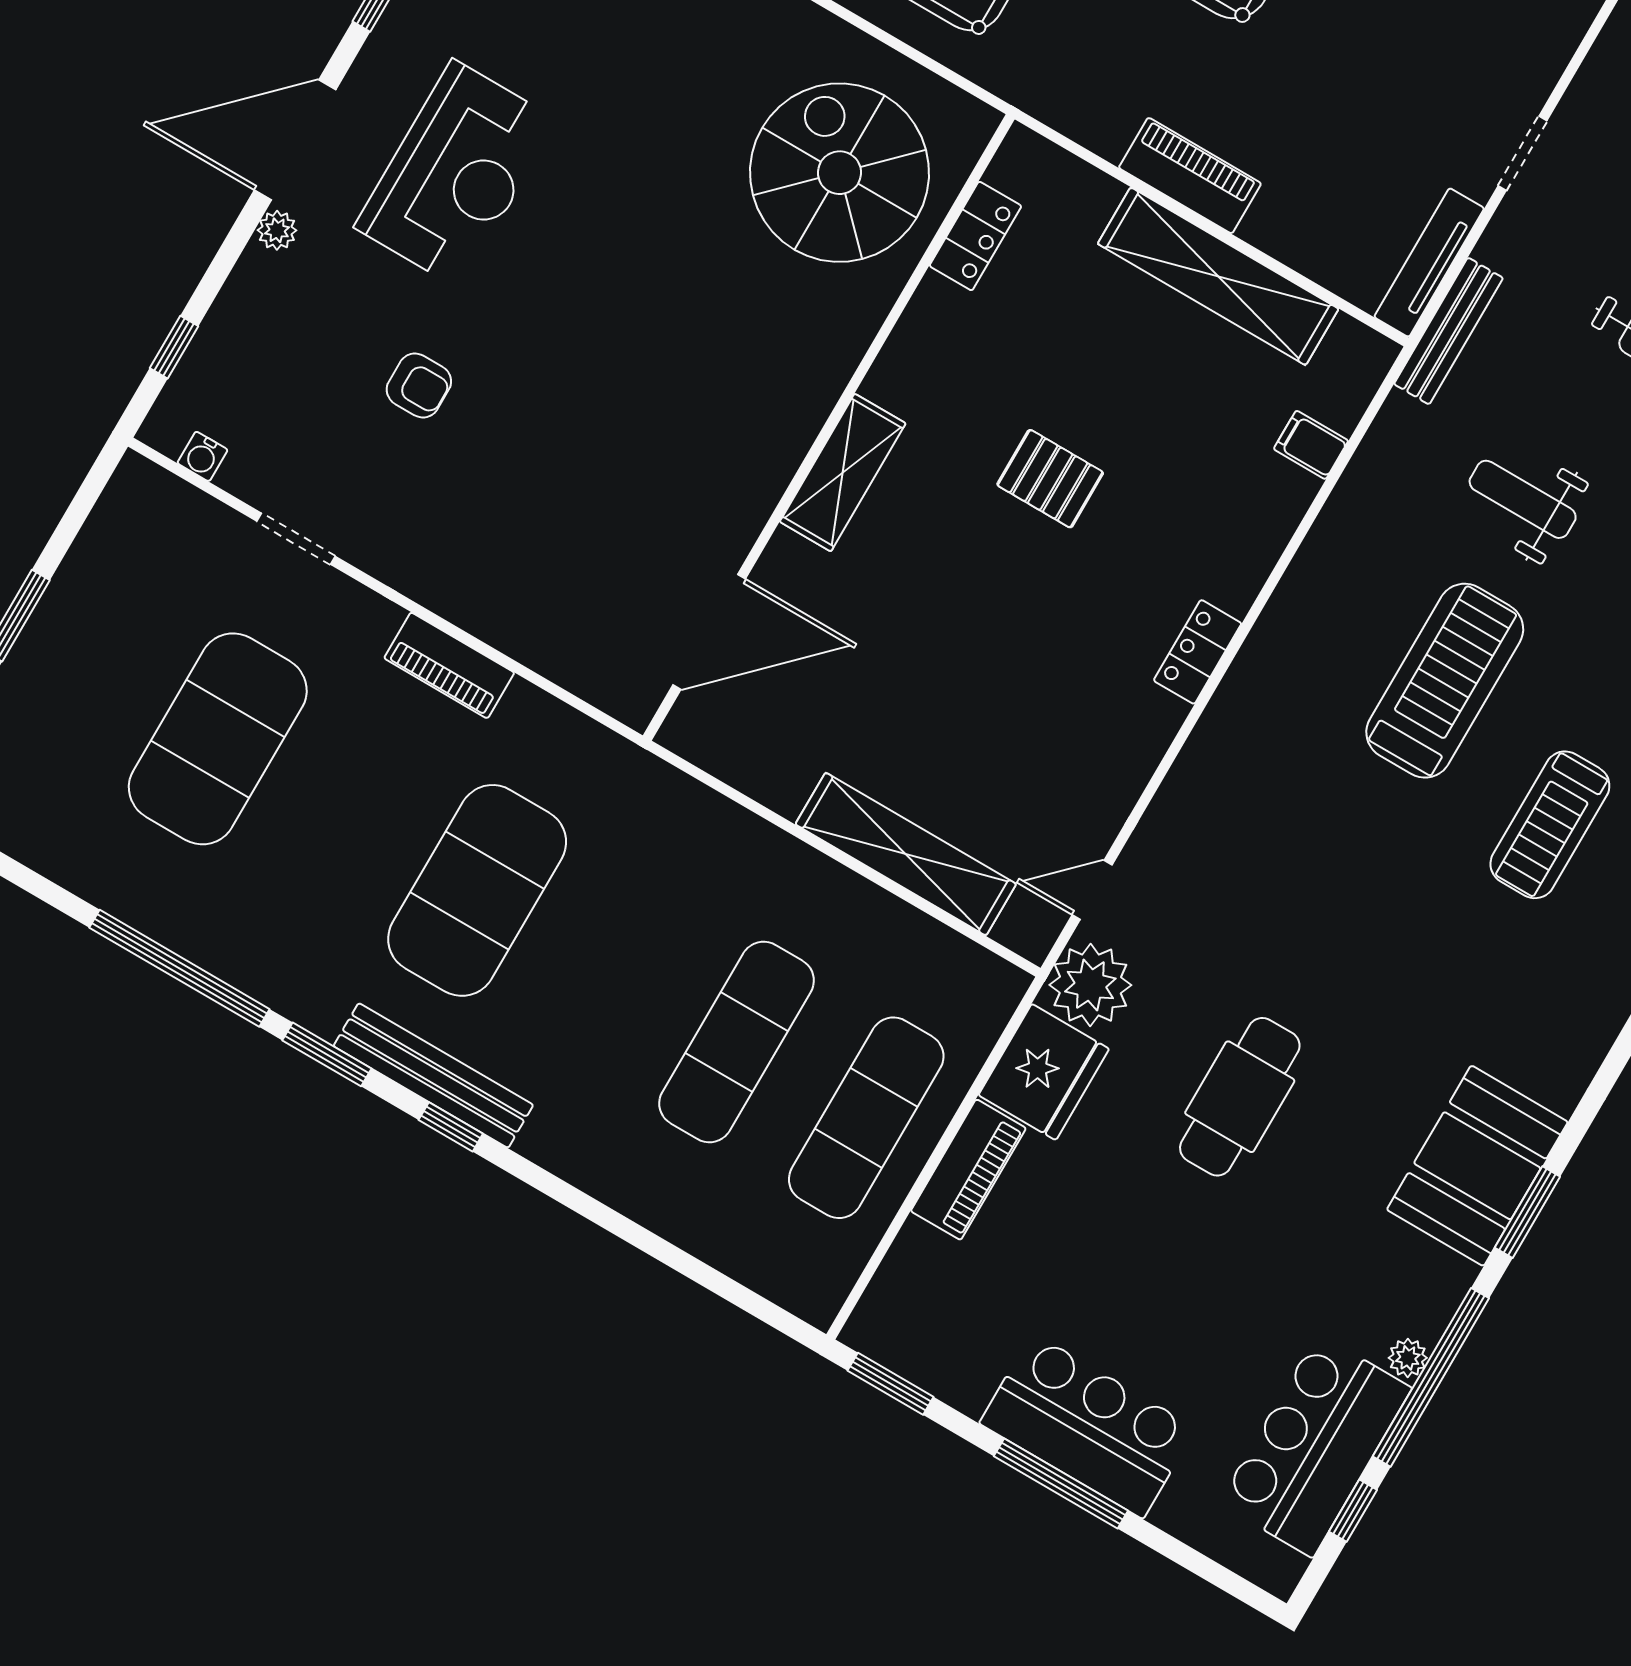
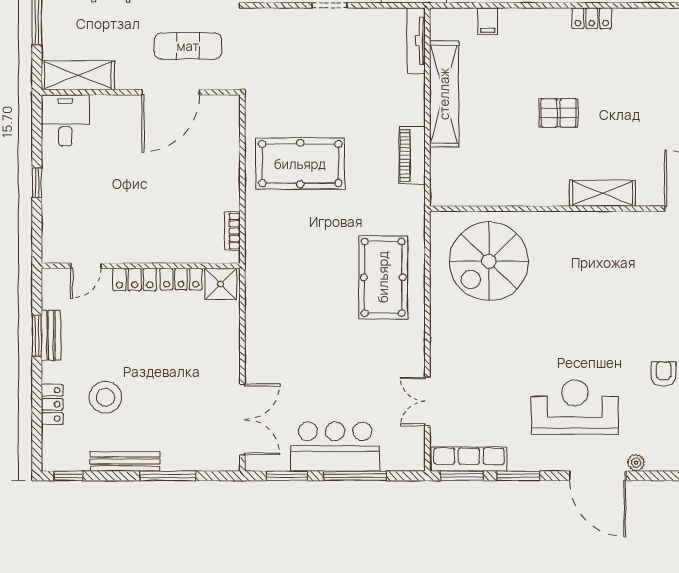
piano: (1190, 176) -> (412, 155), moved
locker: (975, 236) -> (483, 195), removed
tv unit: (1429, 263) -> (416, 41), moved, turned 90
pallet: (1050, 479) -> (559, 113), turned 90

